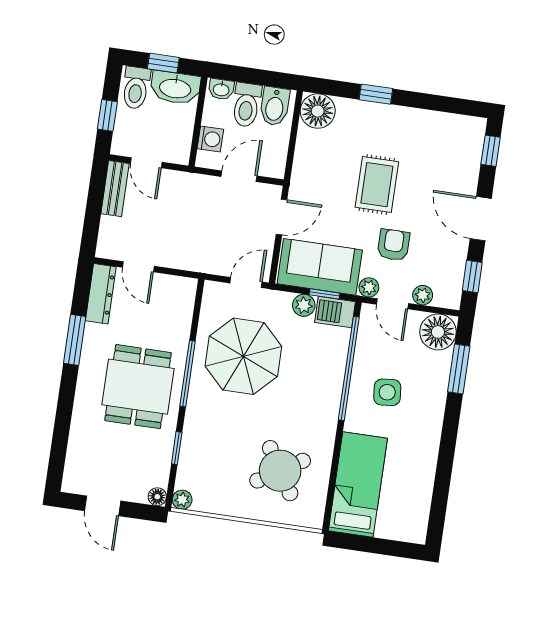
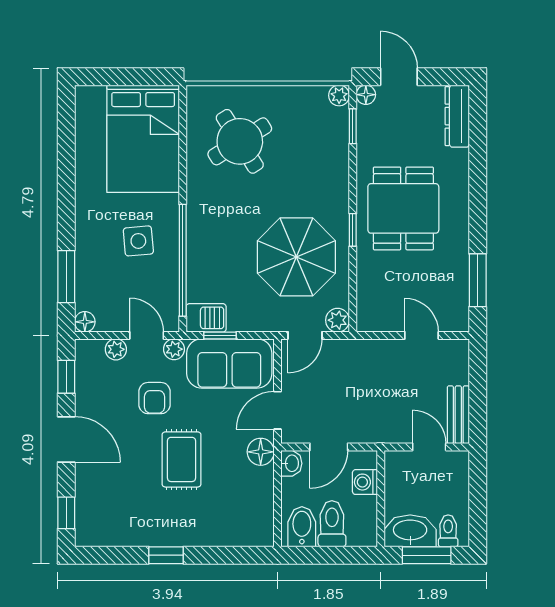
window: (163, 63) -> (427, 555), width x1.50
toilet: (136, 88) -> (448, 531), width x0.73, depth x0.72
washbasin: (221, 89) -> (291, 463), moved, turned 90
window: (376, 94) -> (166, 555), moved
floor lamp: (318, 111) -> (261, 452), moved, width x0.73, depth x0.73
window: (107, 115) -> (478, 491), removed
dresser: (101, 294) -> (457, 116), moved
plant: (304, 305) -> (338, 320), moved
floor lamp: (438, 332) -> (85, 322), width x0.53, depth x0.53
window: (75, 340) -> (478, 280), moved
window: (188, 374) -> (353, 230), width x0.46
window: (177, 448) -> (353, 126), moved
bed: (358, 484) -> (143, 139), width x1.50
door: (103, 506) -> (399, 77), moved

